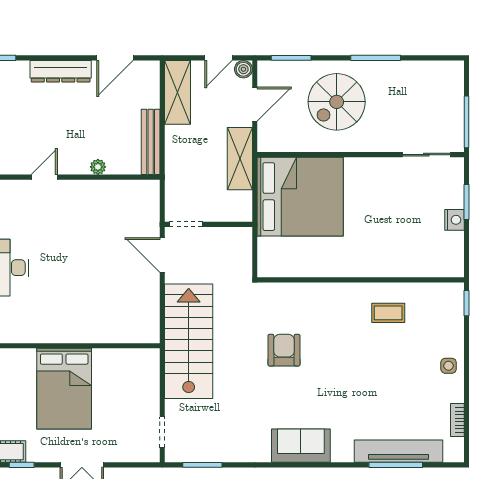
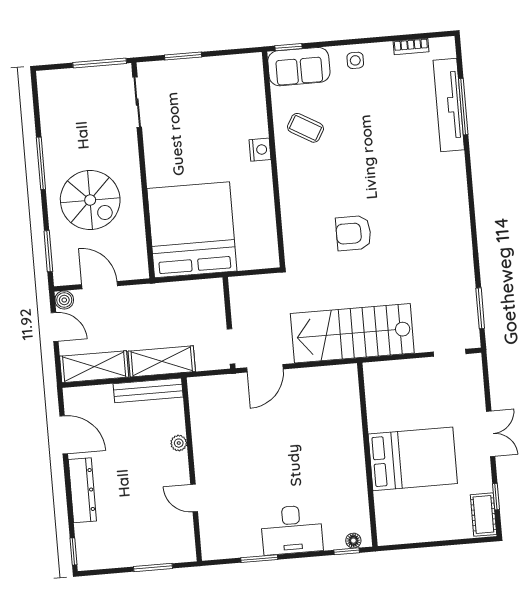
shelving: (240, 159) -> (162, 361), moved
nightstand: (454, 220) -> (260, 150), moved, turned 90
coffee table: (388, 313) -> (306, 128), turned -60
sofa: (301, 446) -> (299, 67), moved, turned -90

